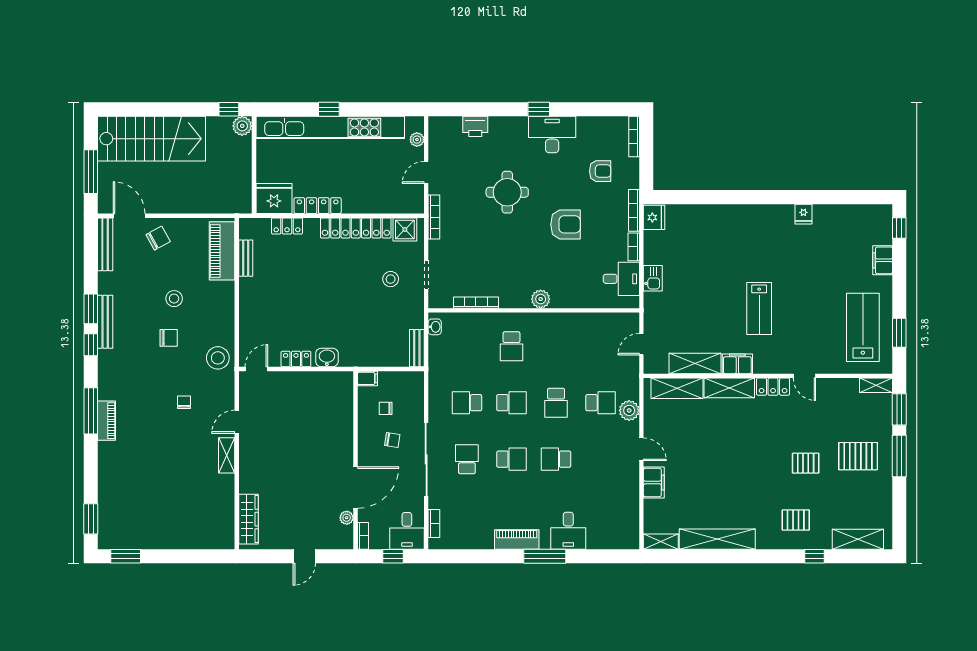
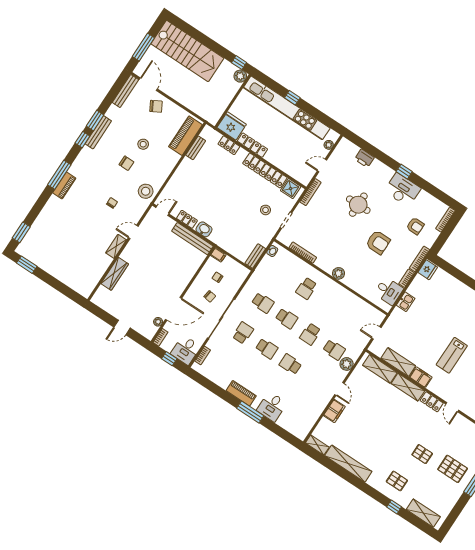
bench: (320, 379) -> (192, 239), added
school desk: (467, 403) -> (263, 303), turned 180
wardrobe: (248, 519) -> (115, 274), moved

